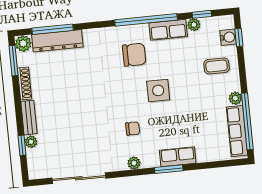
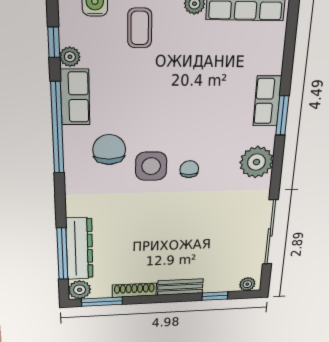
side table: (158, 90) -> (151, 166), moved
chair: (133, 129) -> (189, 169), moved
plant: (31, 142) -> (247, 284), moved
plant: (134, 163) -> (256, 162), width x1.88, depth x1.88

